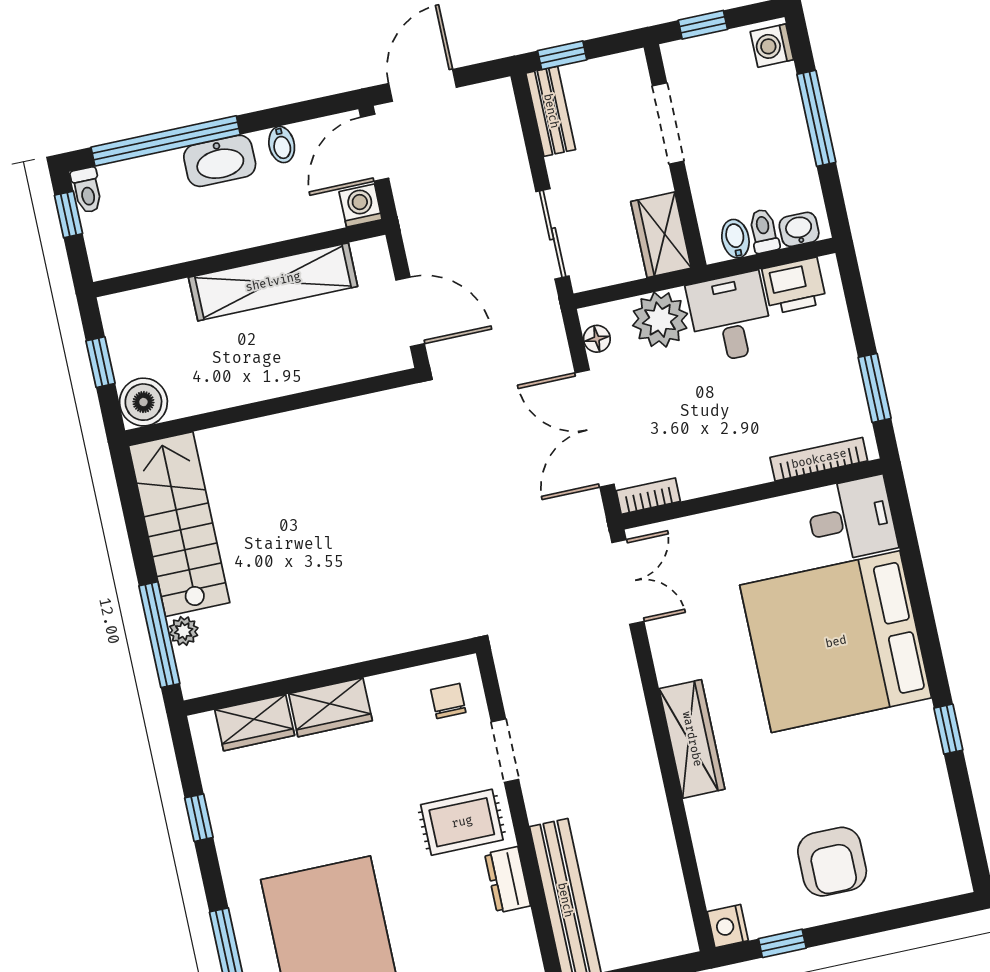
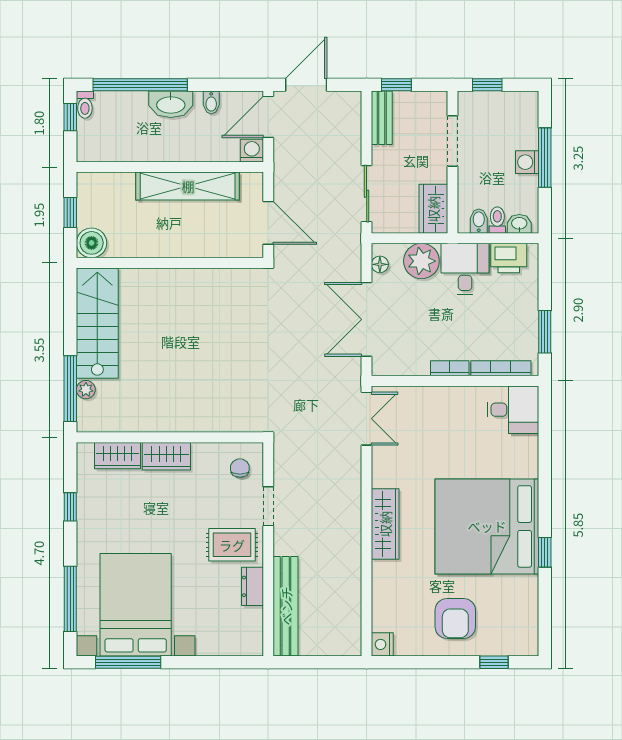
washing machine: (772, 46) -> (527, 162), moved
bookcase: (648, 496) -> (450, 368), moved
bed: (836, 642) -> (487, 526), moved
window: (782, 943) -> (494, 662), moved

